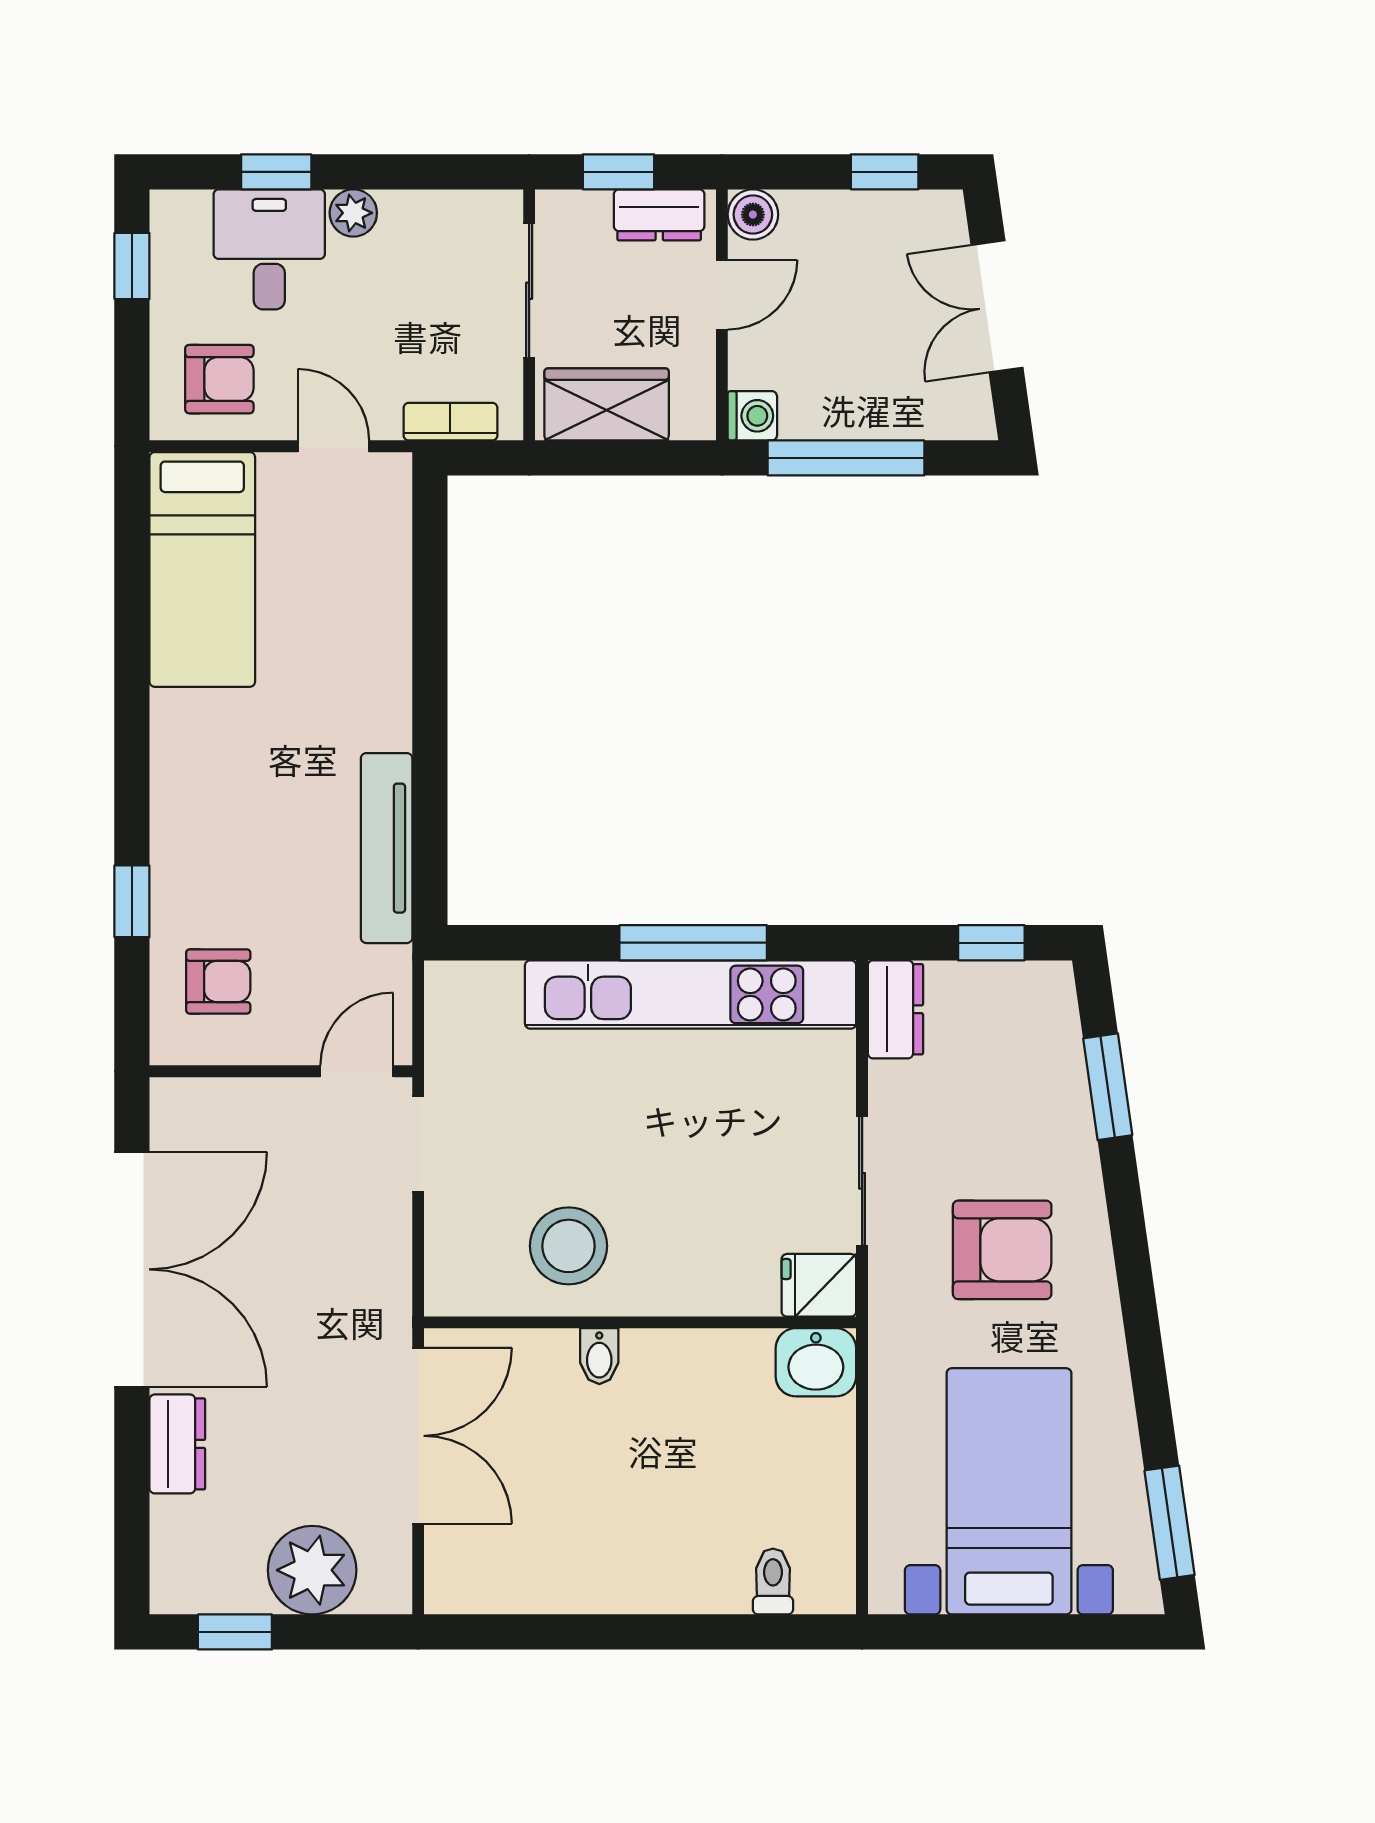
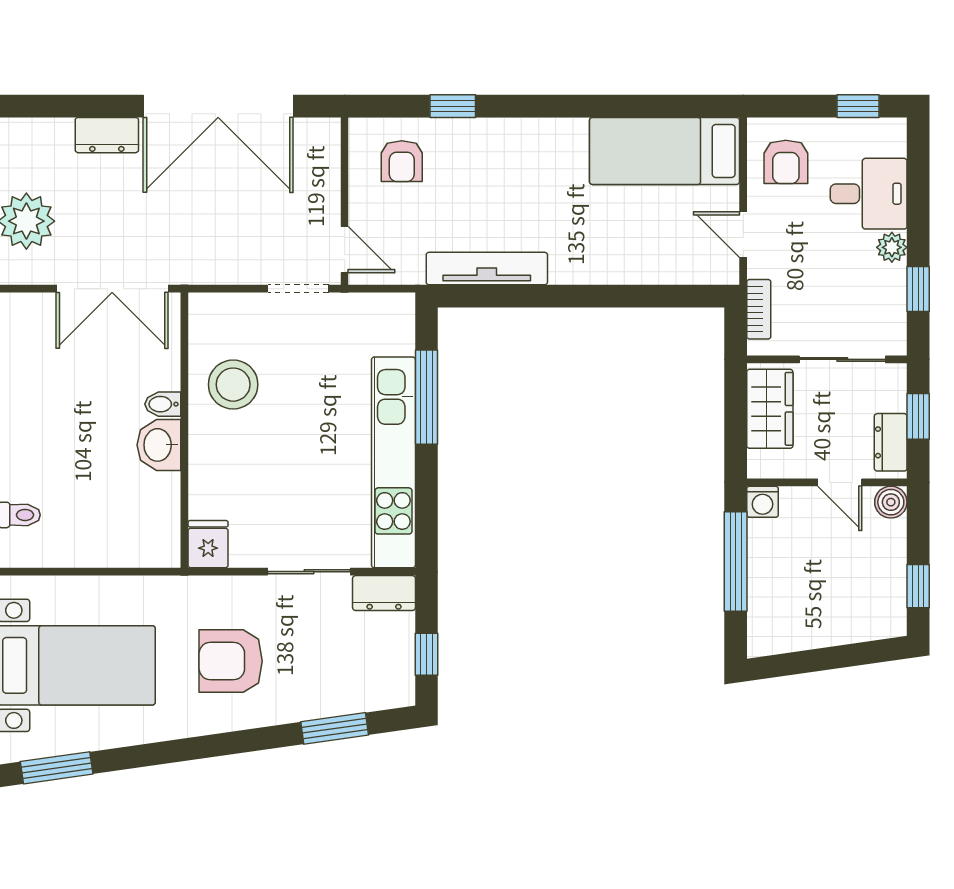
window: (276, 172) -> (918, 289), moved
double door: (997, 306) -> (832, 658), removed
door: (333, 446) -> (743, 235), swing flipped
window: (693, 943) -> (426, 397), moved
sliding door: (862, 1181) -> (309, 572), moved
armchair: (1002, 1250) -> (231, 661), turned 90
washbasin: (816, 1362) -> (159, 445), moved

